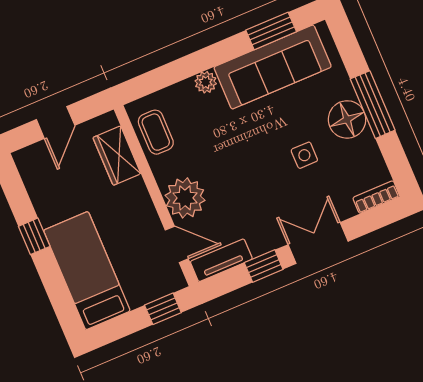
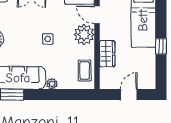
side table: (304, 155) -> (48, 39), moved
wardrobe: (117, 156) -> (107, 54), moved

